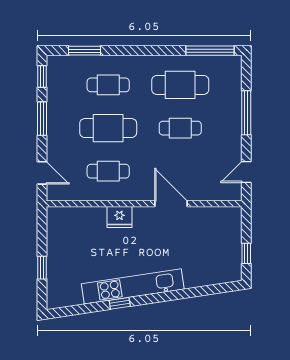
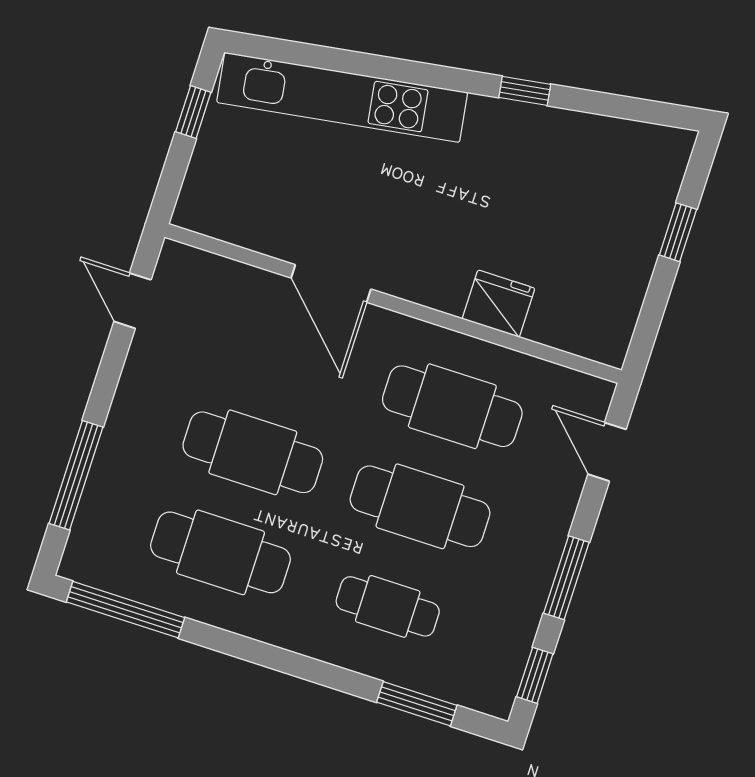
window: (246, 113) -> (76, 475), moved
cafe table: (180, 128) -> (253, 452), width x1.37, depth x1.35
cafe table: (108, 171) -> (452, 406), width x1.37, depth x1.35
door: (246, 172) -> (132, 301), swing flipped
fridge: (119, 217) -> (499, 304), moved
kitchen unit: (133, 286) -> (342, 97), moved

